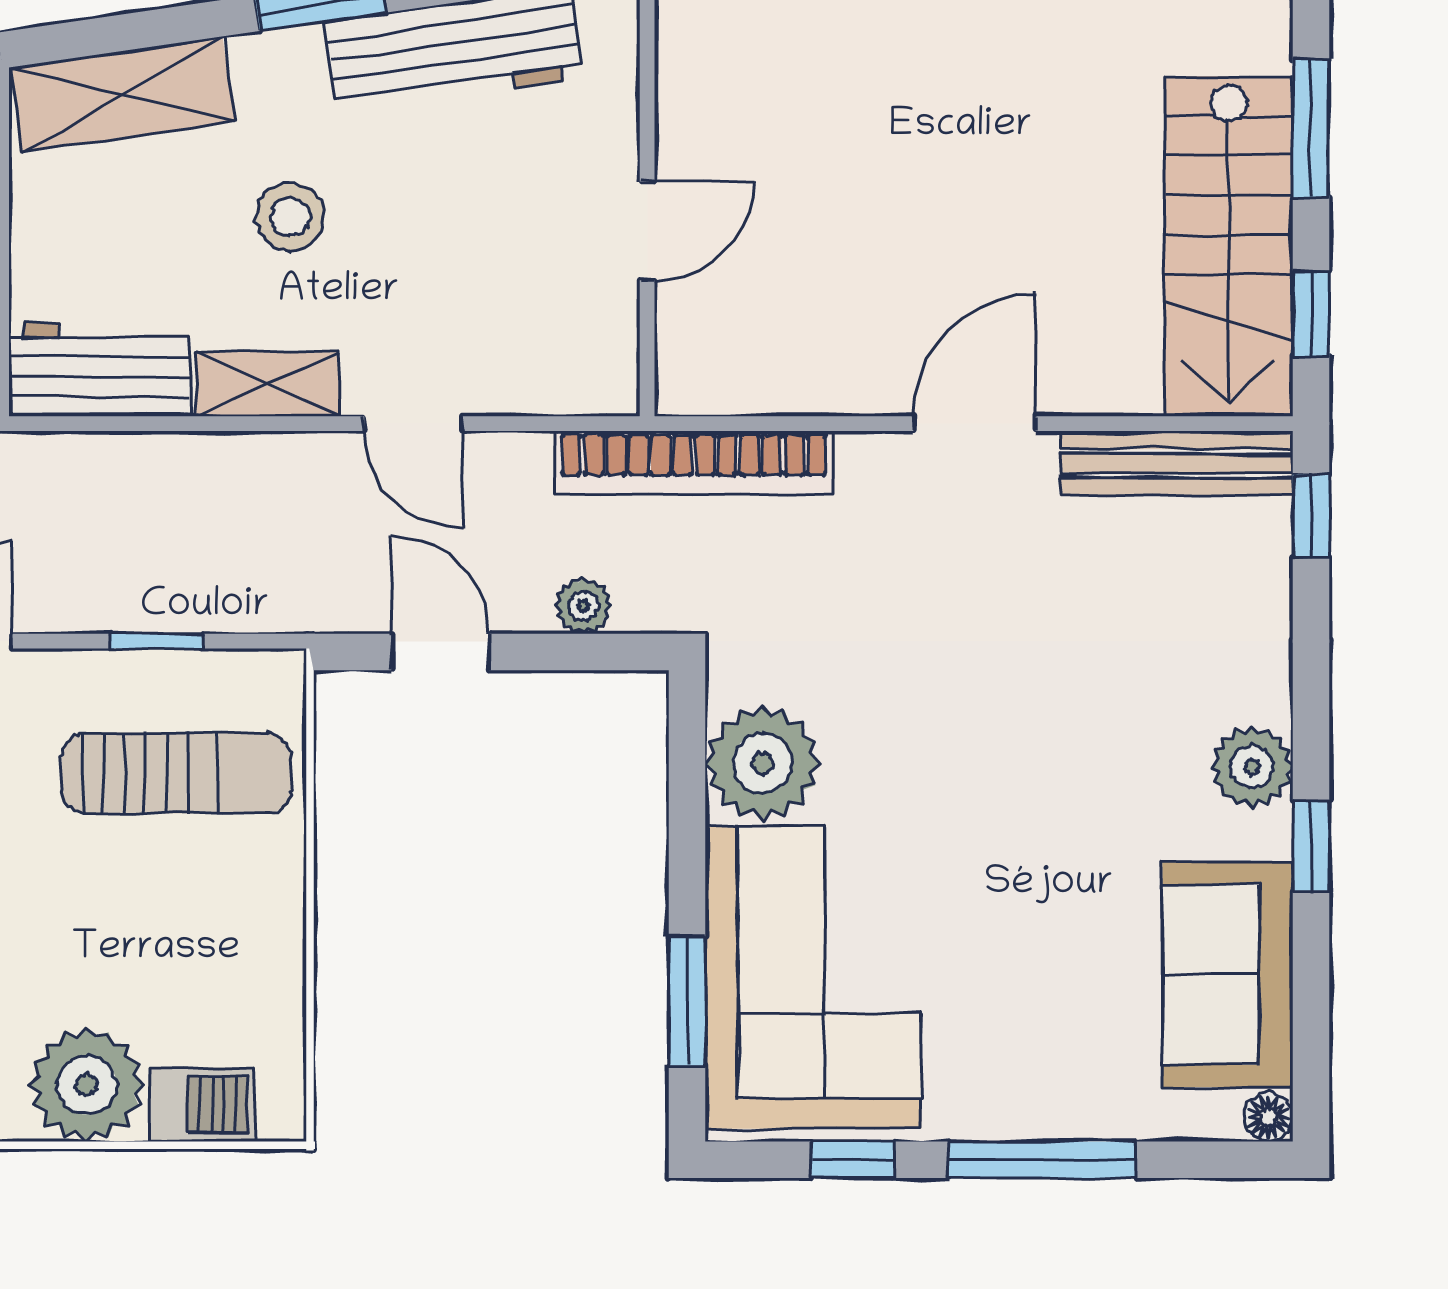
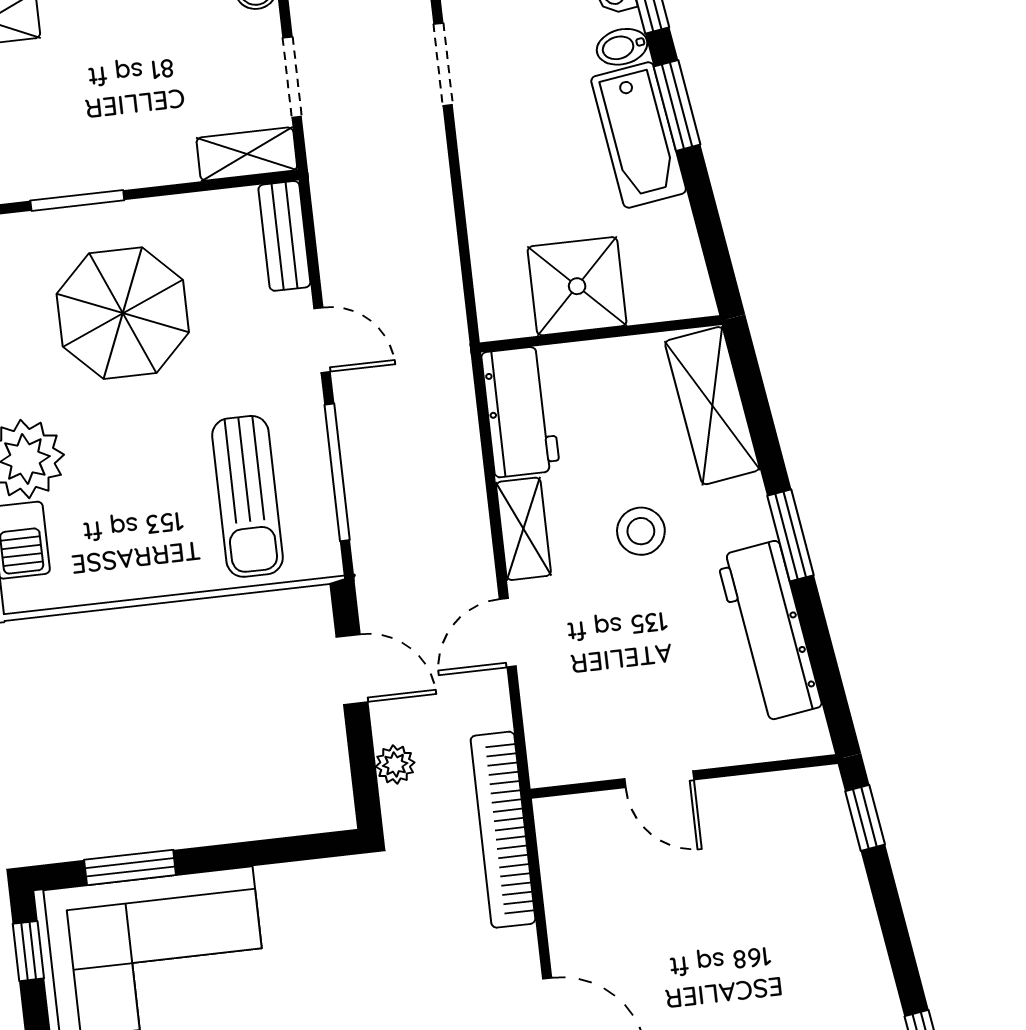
window: (157, 641) -> (337, 472), width x2.17
door: (440, 652) -> (352, 669), hinge flipped
plant: (763, 763) -> (301, 901), removed
window: (852, 1160) -> (28, 951), moved

